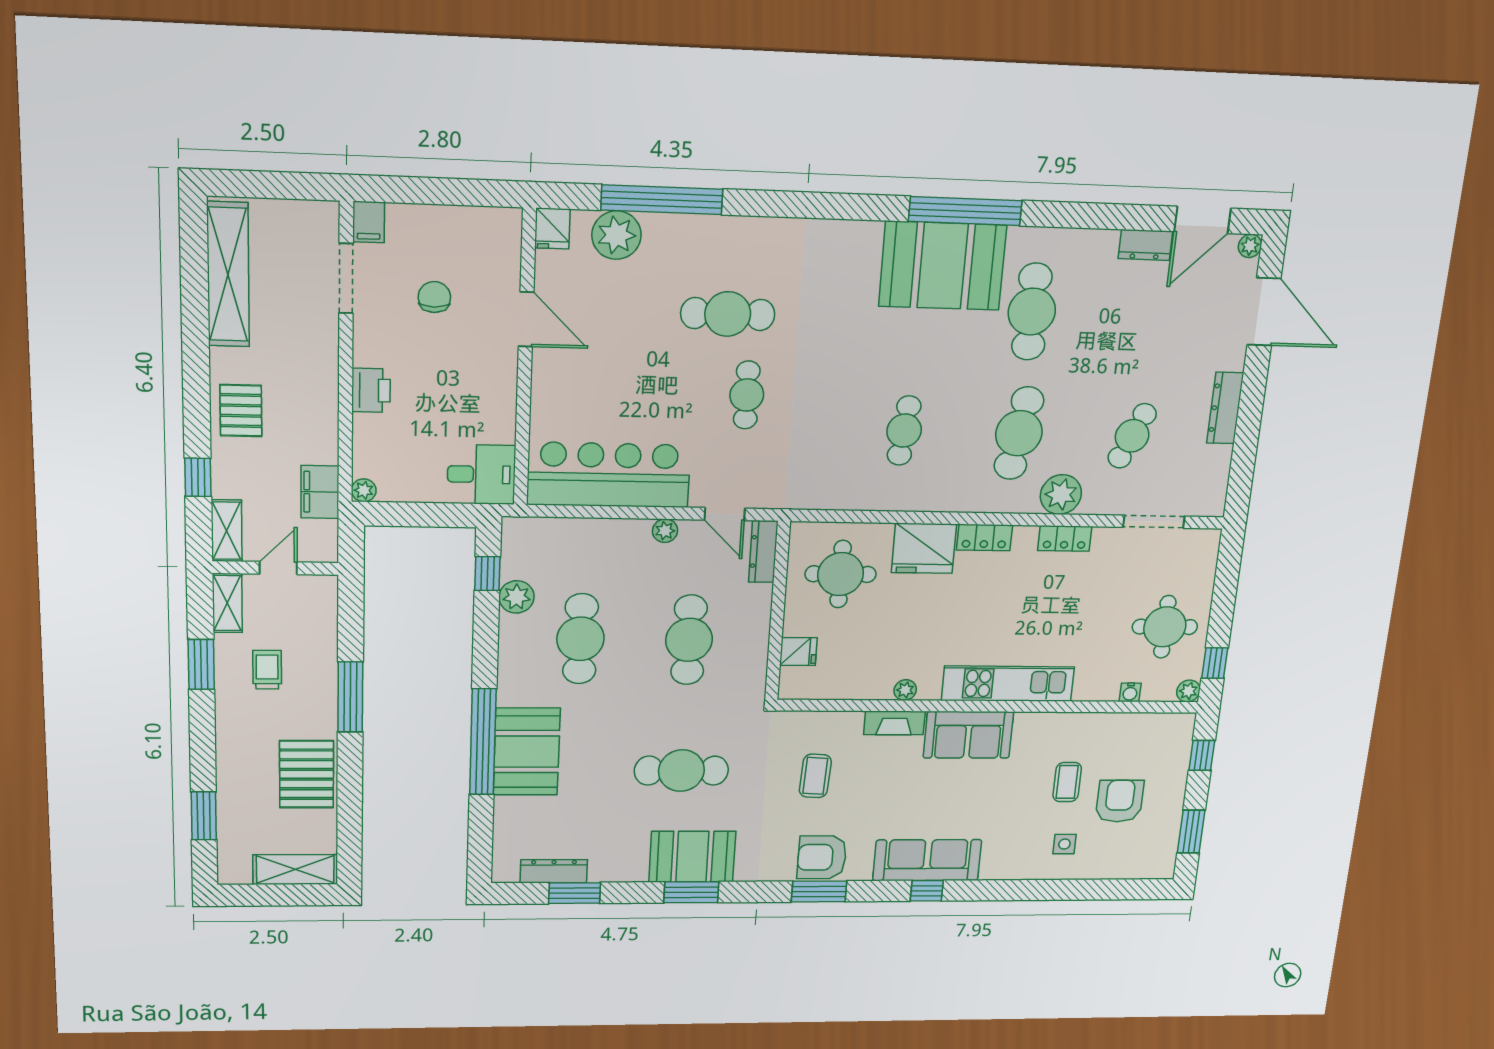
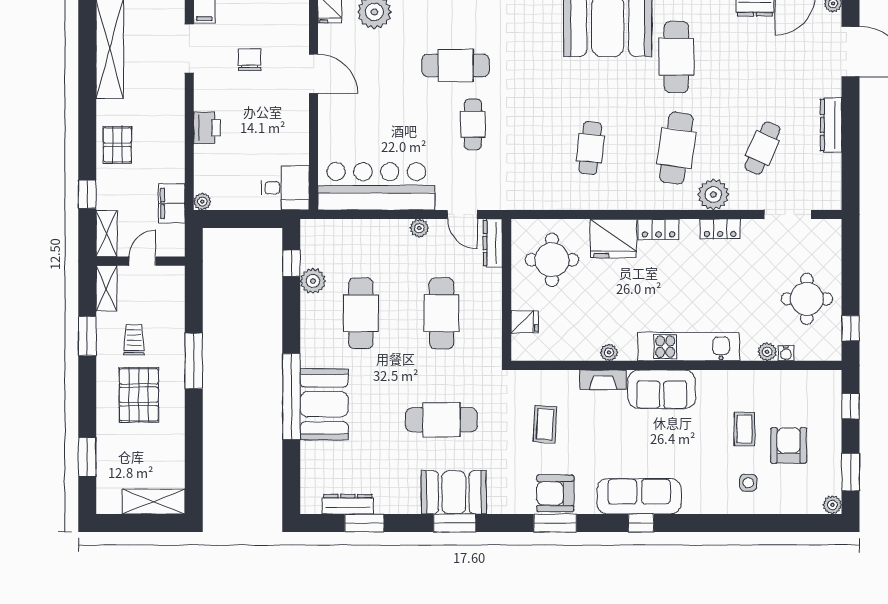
plant: (1188, 691) -> (767, 352), moved
pallet: (307, 774) -> (139, 395), moved
plant: (1164, 869) -> (832, 505), added

